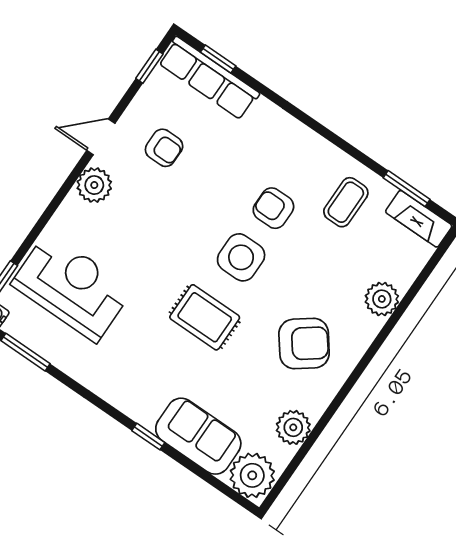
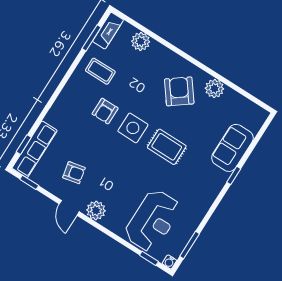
armchair: (164, 148) -> (74, 173), turned 78
reception desk: (72, 287) -> (153, 221), turned 180
plant: (382, 299) -> (141, 41), moved
rug: (205, 317) -> (167, 147), turned 90
plant: (293, 427) -> (214, 88), moved
plant: (252, 475) -> (253, 117), removed

